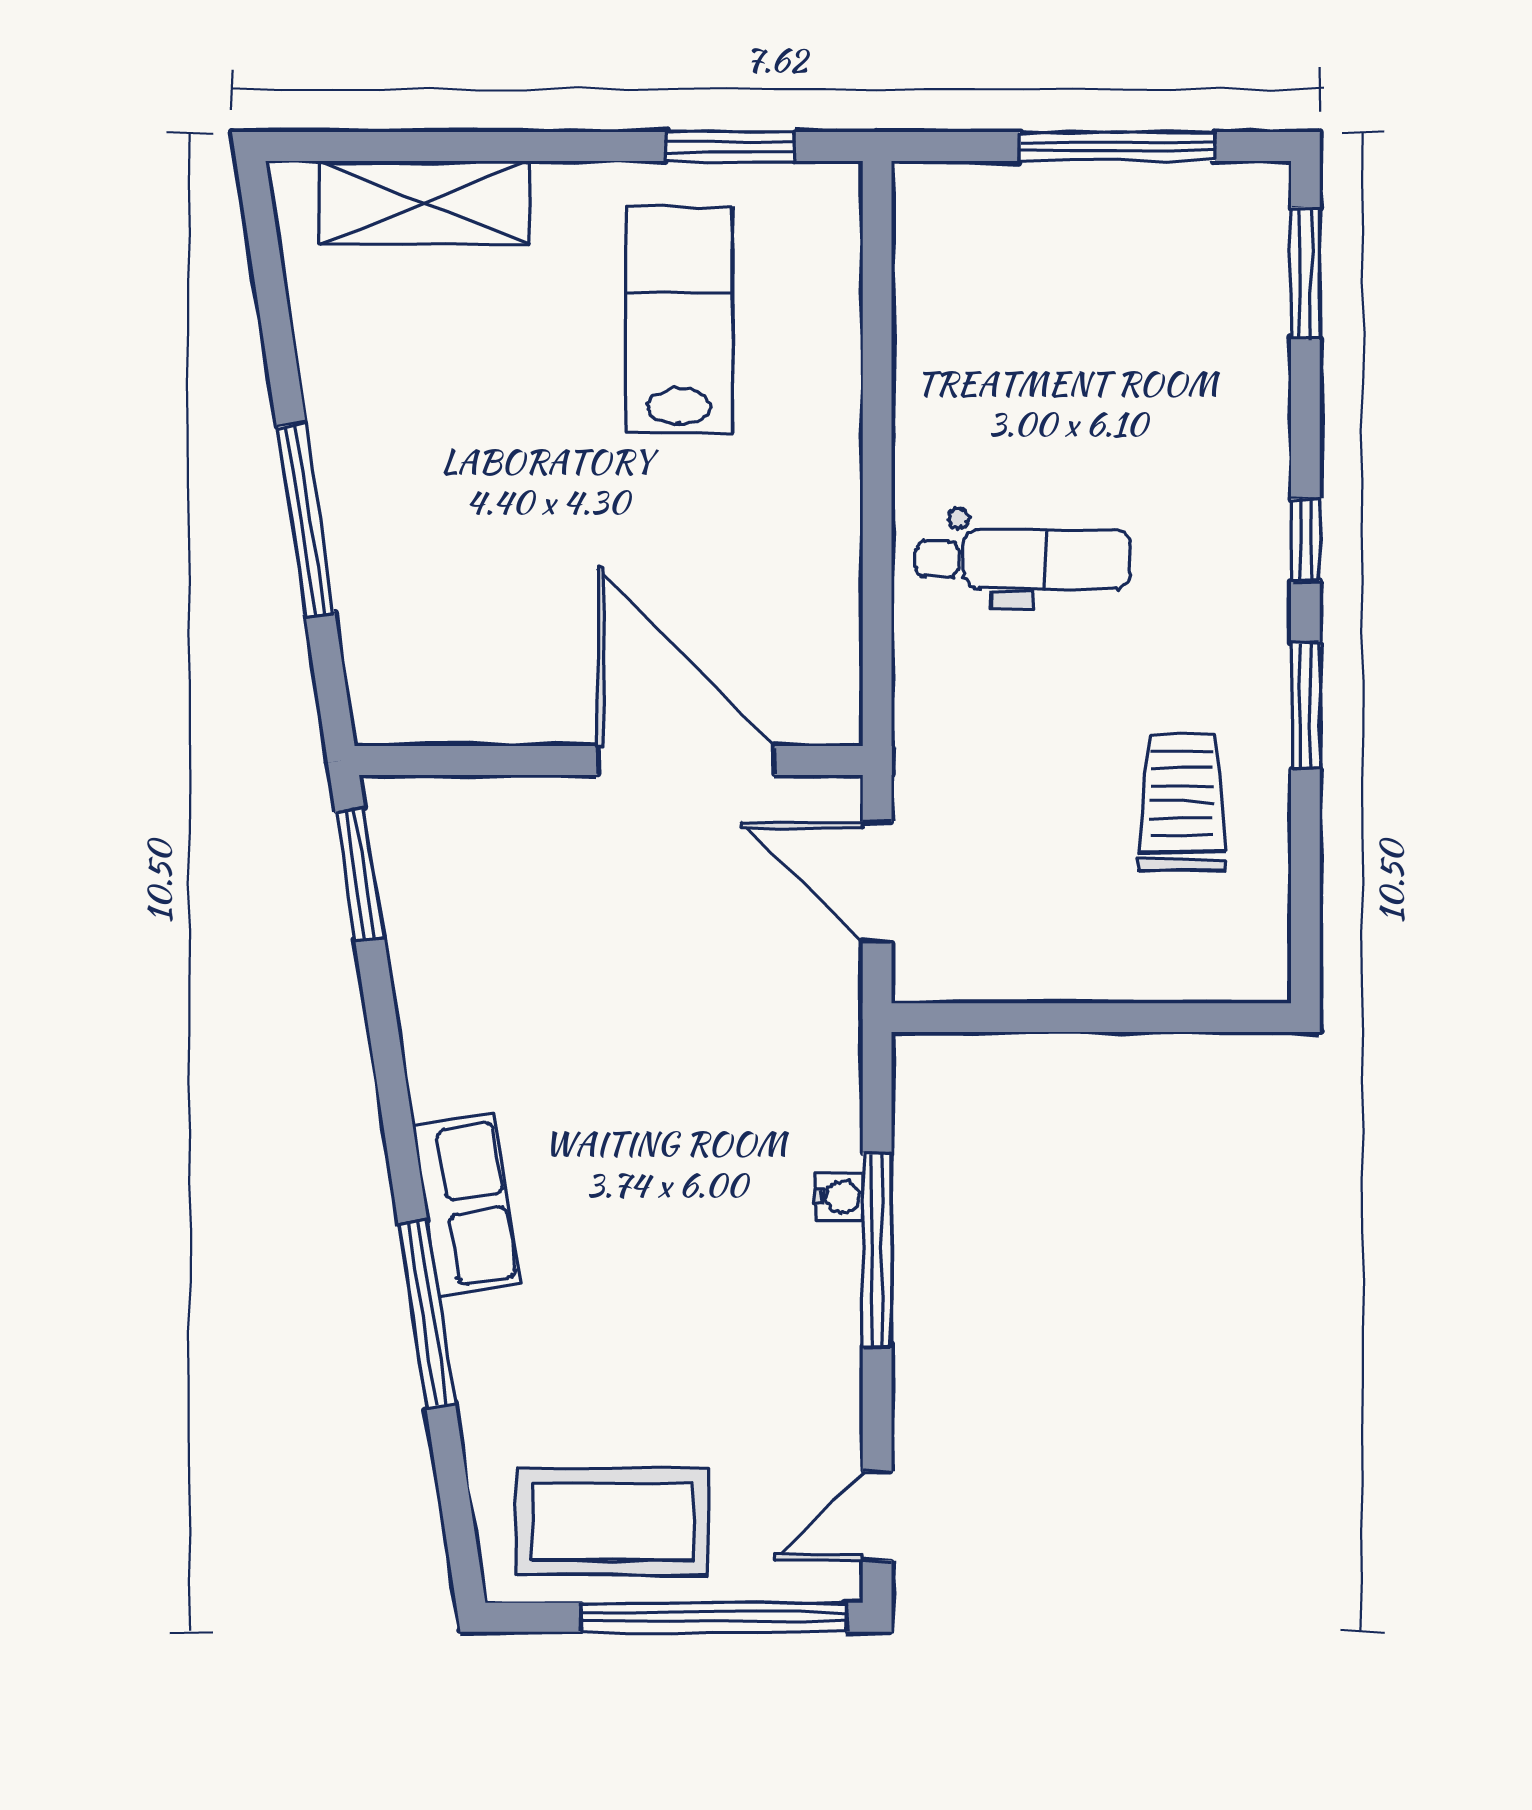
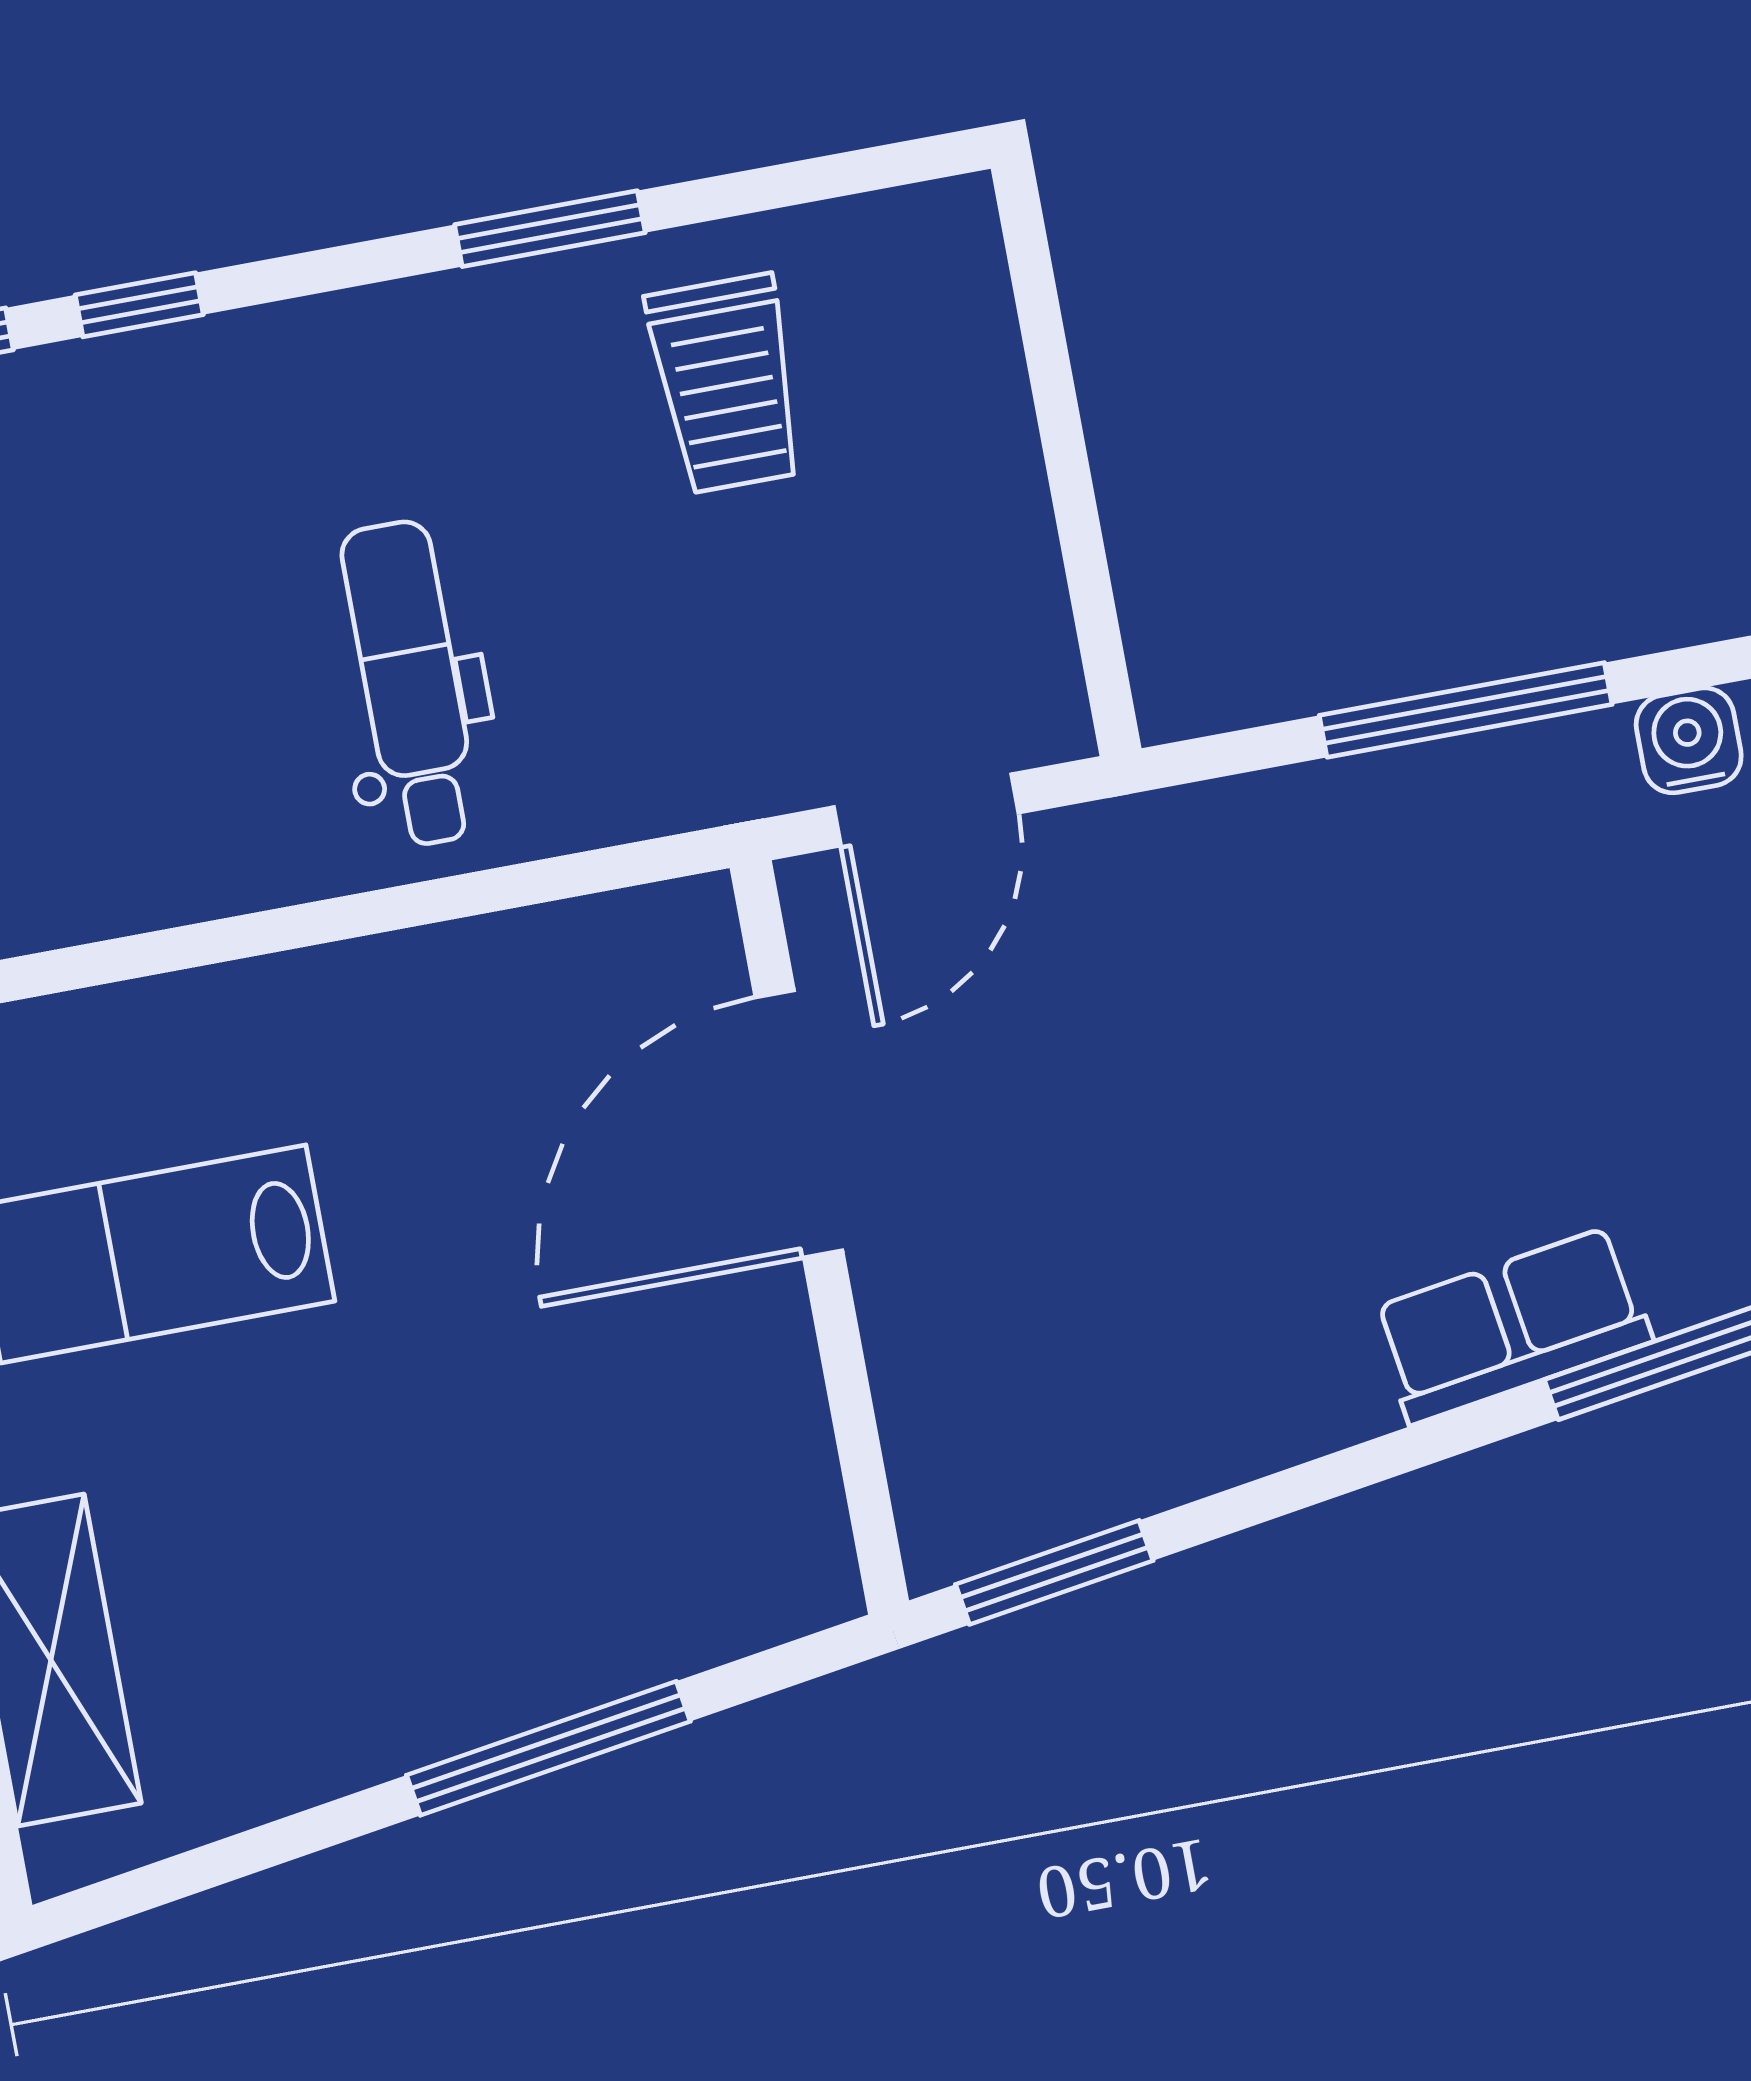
window: (1305, 540) -> (139, 305), moved
trolley: (1182, 803) -> (726, 384), turned -90
water cooler: (839, 1197) -> (1689, 740), moved, width x1.38, depth x1.38

